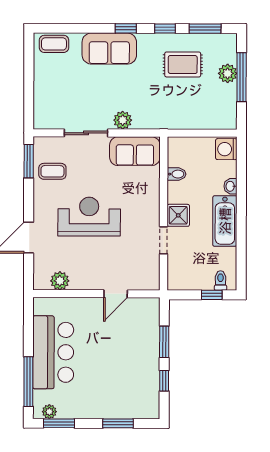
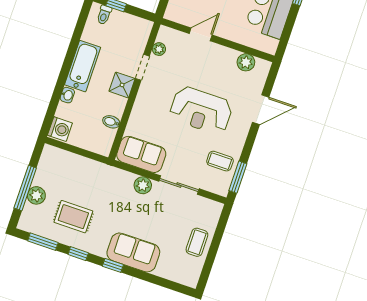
coffee table: (54, 44) -> (197, 242), moved, turned 90
plant: (153, 264) -> (159, 49), added

